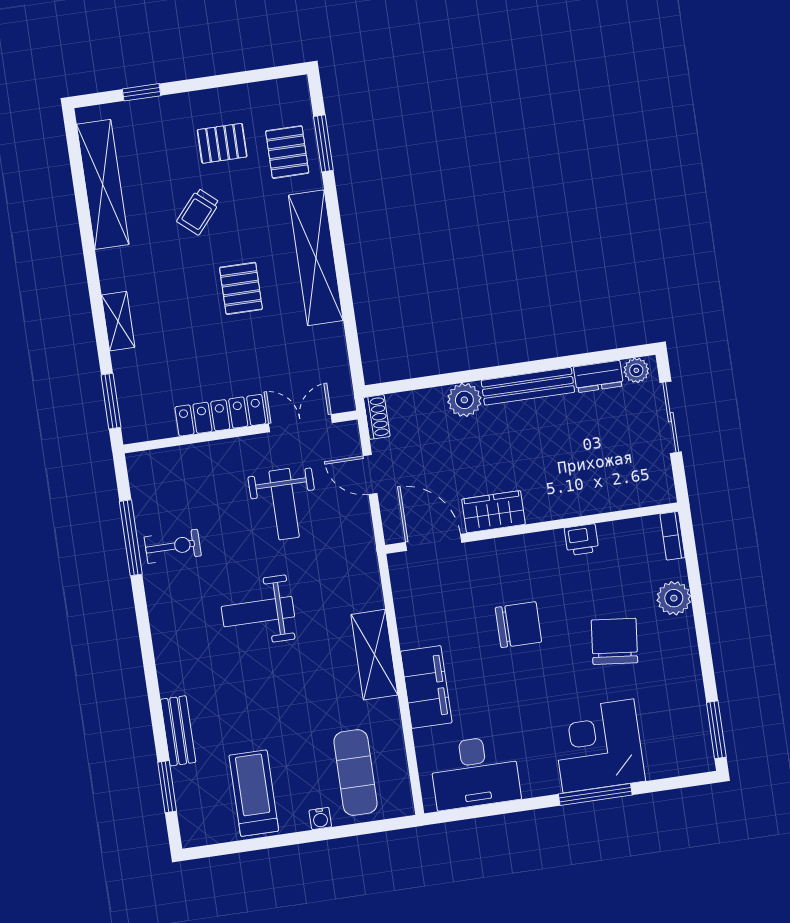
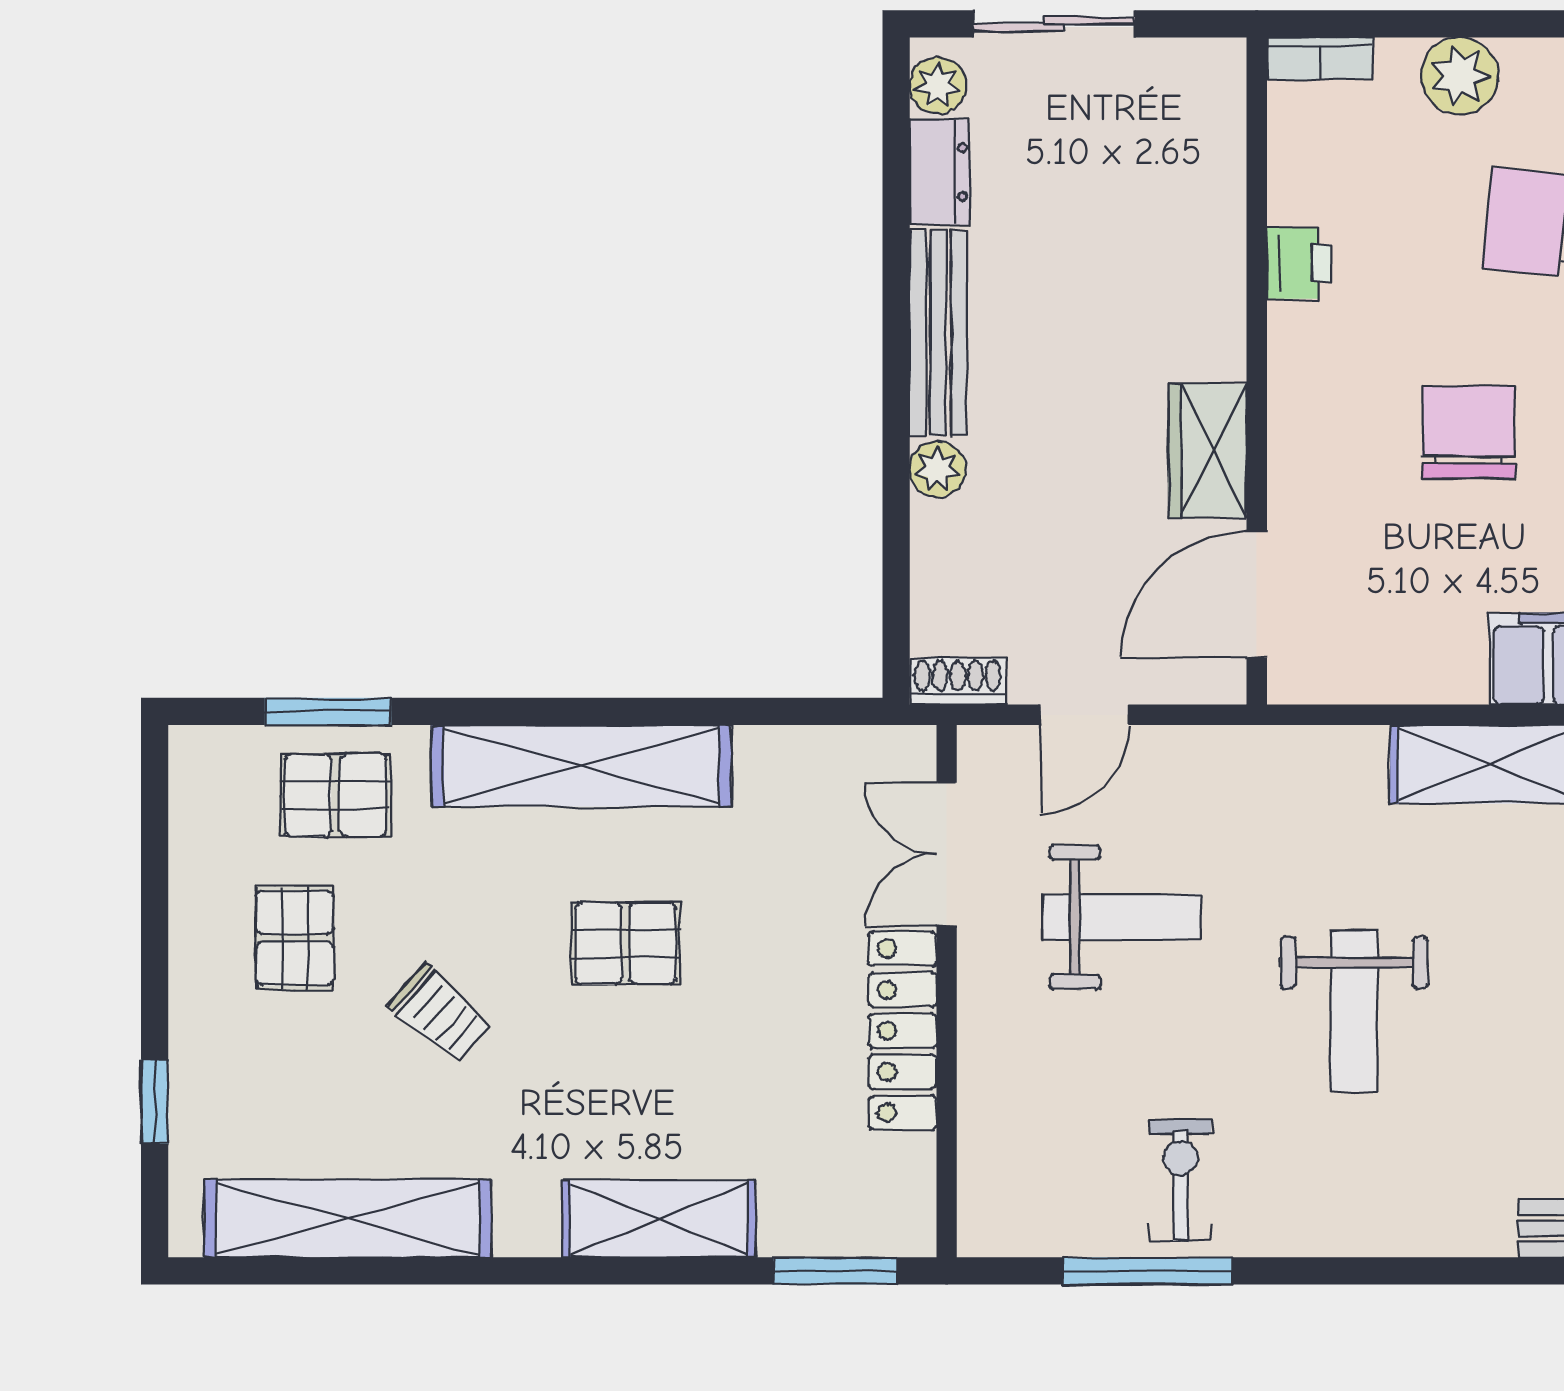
shelving: (118, 321) -> (659, 1219), width x1.50, depth x1.33
plant: (464, 400) -> (937, 469), width x0.73, depth x0.73

